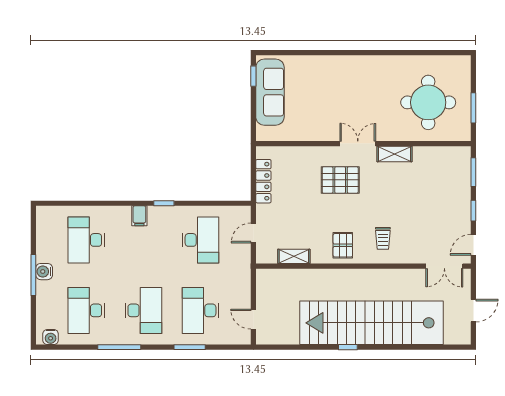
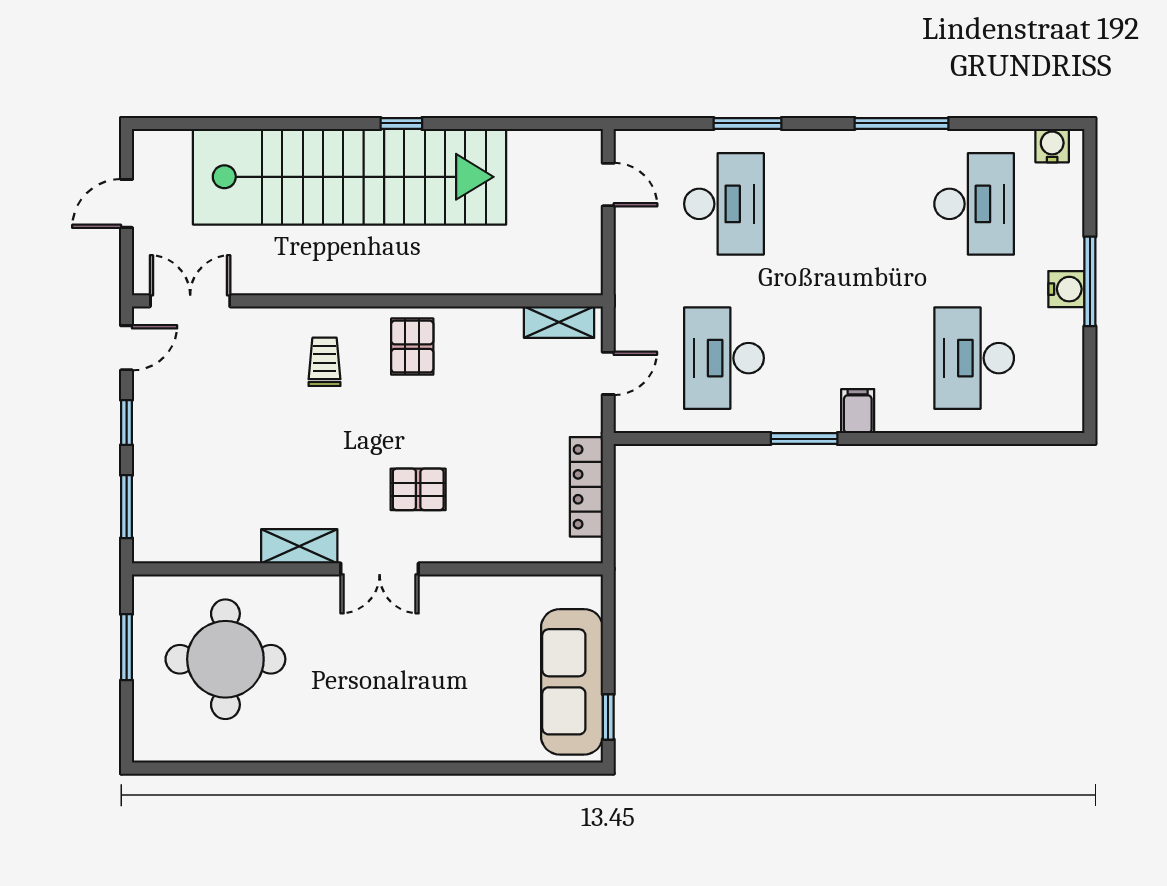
pallet: (340, 180) -> (418, 489), width x0.67, depth x0.71
window: (164, 203) -> (804, 439), width x1.50
desk: (86, 240) -> (974, 358), turned 180
shelving: (294, 256) -> (559, 322), moved
desk: (143, 310) -> (849, 204), removed

